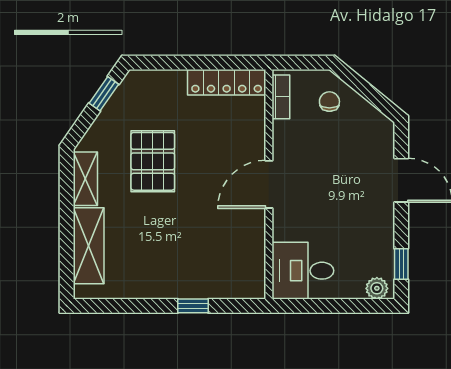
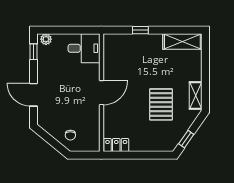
locker: (227, 82) -> (116, 145), width x0.66
bookcase: (281, 97) -> (95, 138), removed
shelving: (89, 246) -> (182, 41), moved, turned 90

